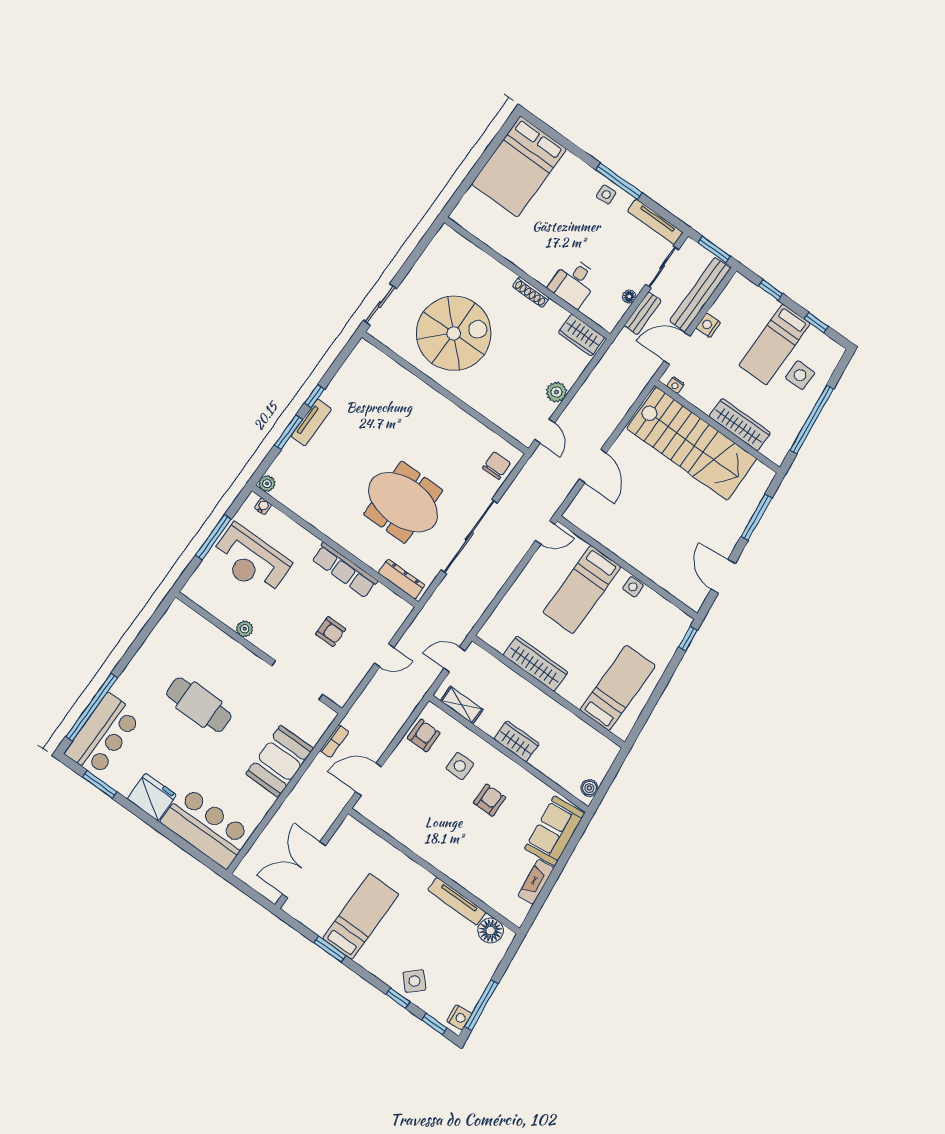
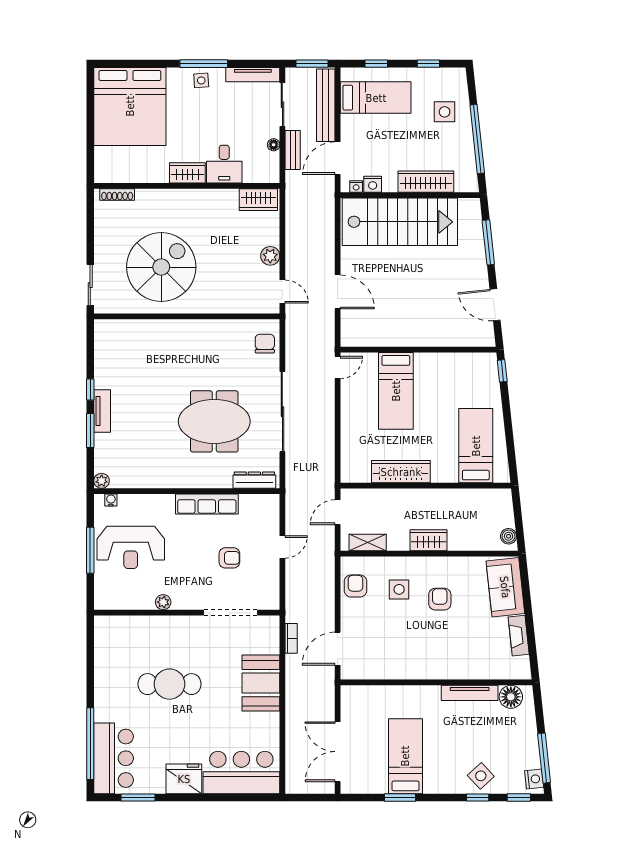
bed: (519, 166) -> (130, 106), width x1.36
wardrobe: (536, 267) -> (187, 173), added
shoe rack: (531, 292) -> (117, 194), moved
nightstand: (708, 325) -> (373, 184), moved, turned -90
bed: (775, 344) -> (376, 98), moved, turned -90
side table: (633, 587) -> (433, 361), removed

